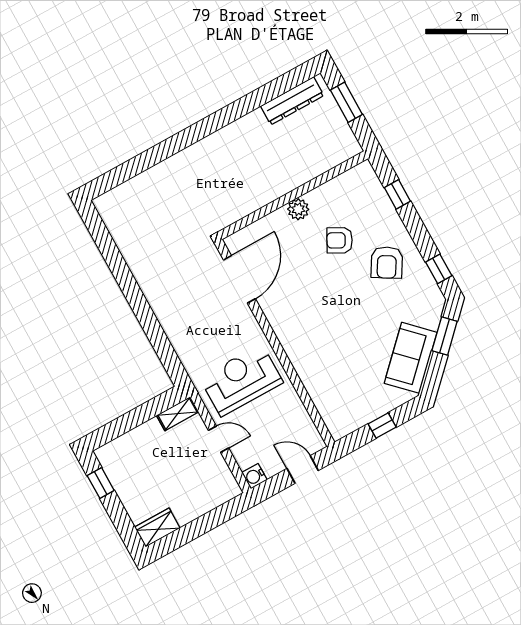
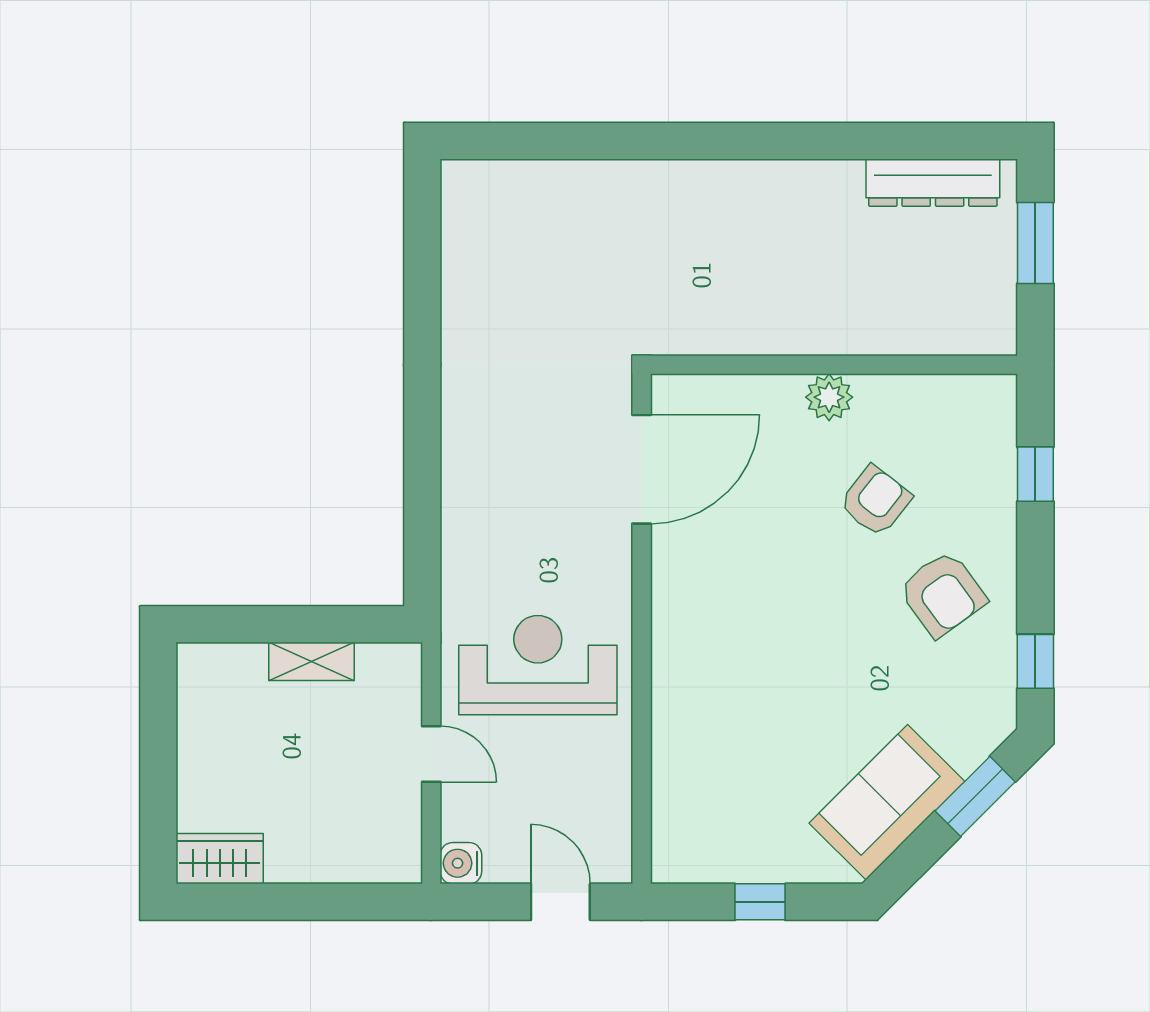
armchair: (340, 240) -> (875, 501), turned 100
armchair: (387, 262) -> (943, 594), turned -67
shelving: (178, 414) -> (311, 661), moved
window: (101, 483) -> (158, 713), removed

